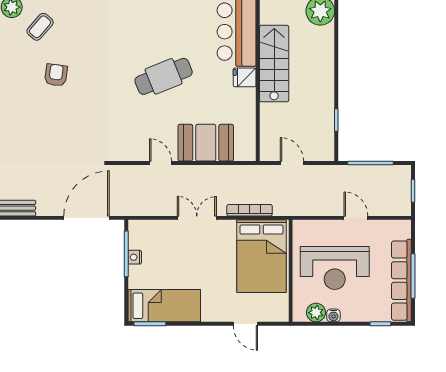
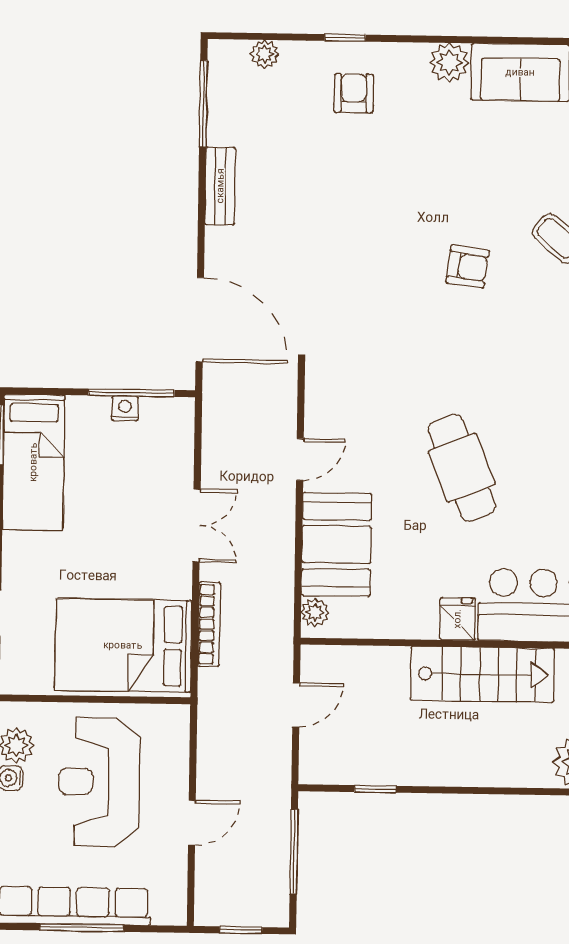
plant: (242, 154) -> (315, 612), added

